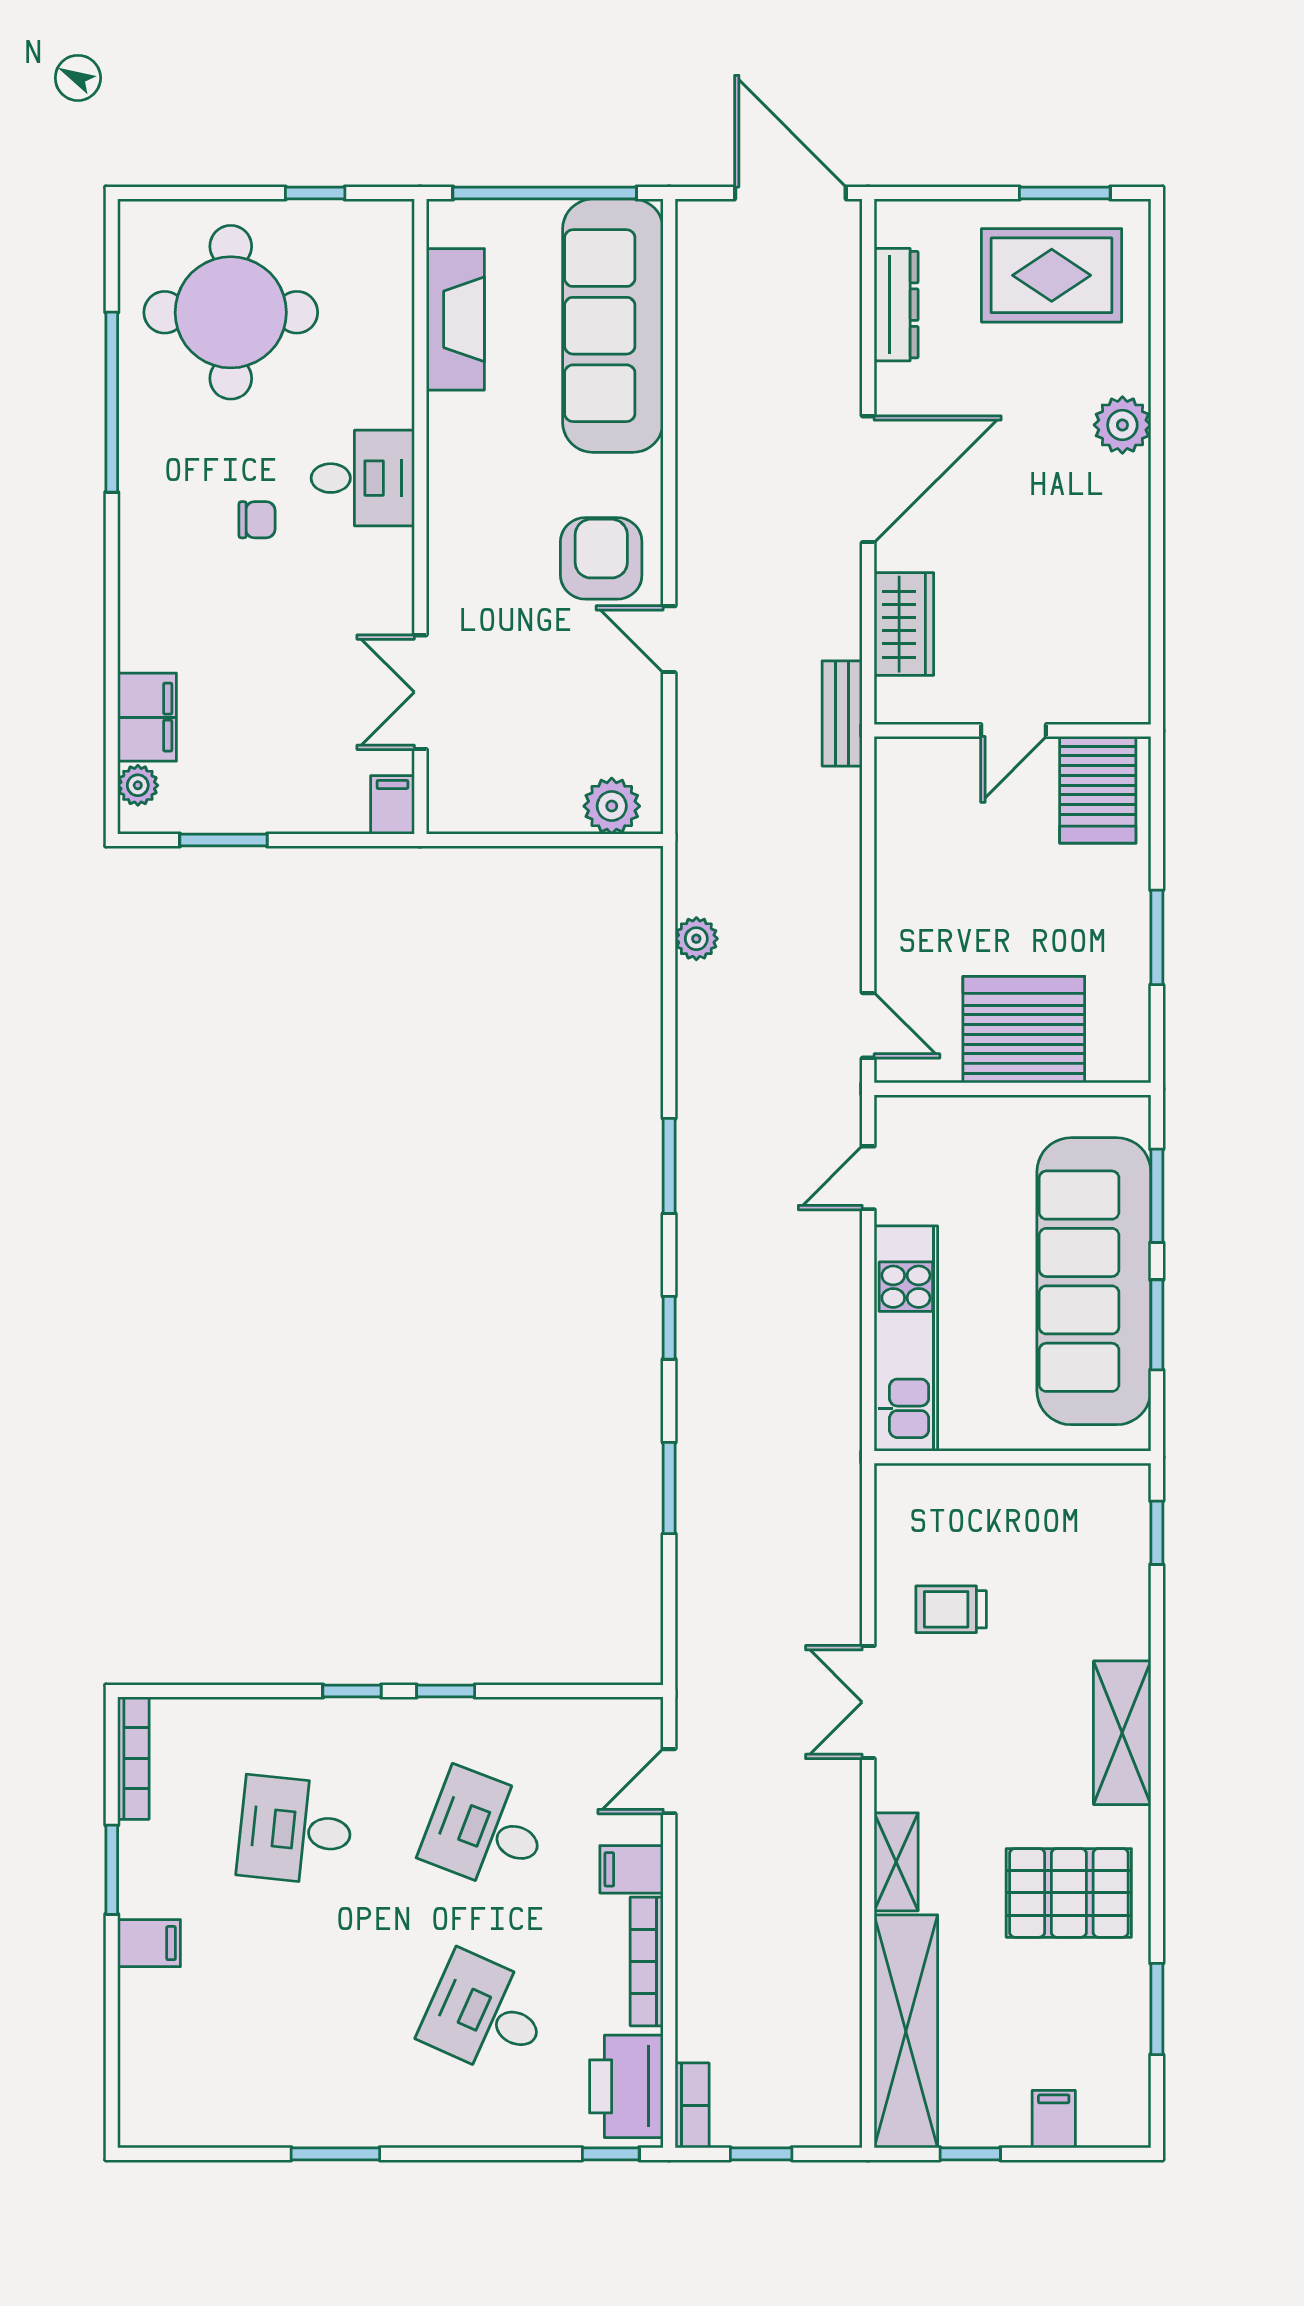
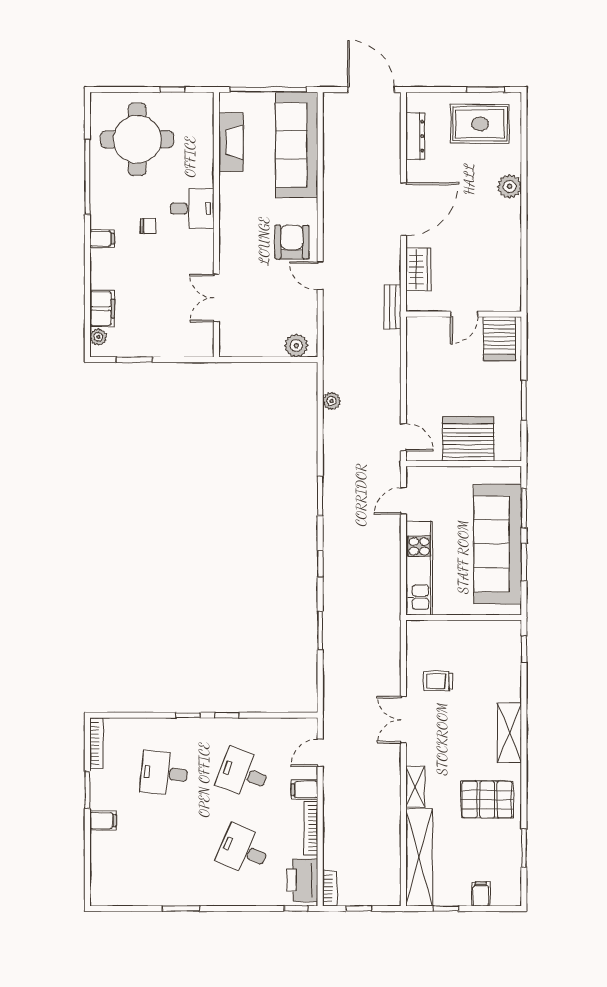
filing cabinet: (392, 805) -> (102, 239), moved, turned 90

